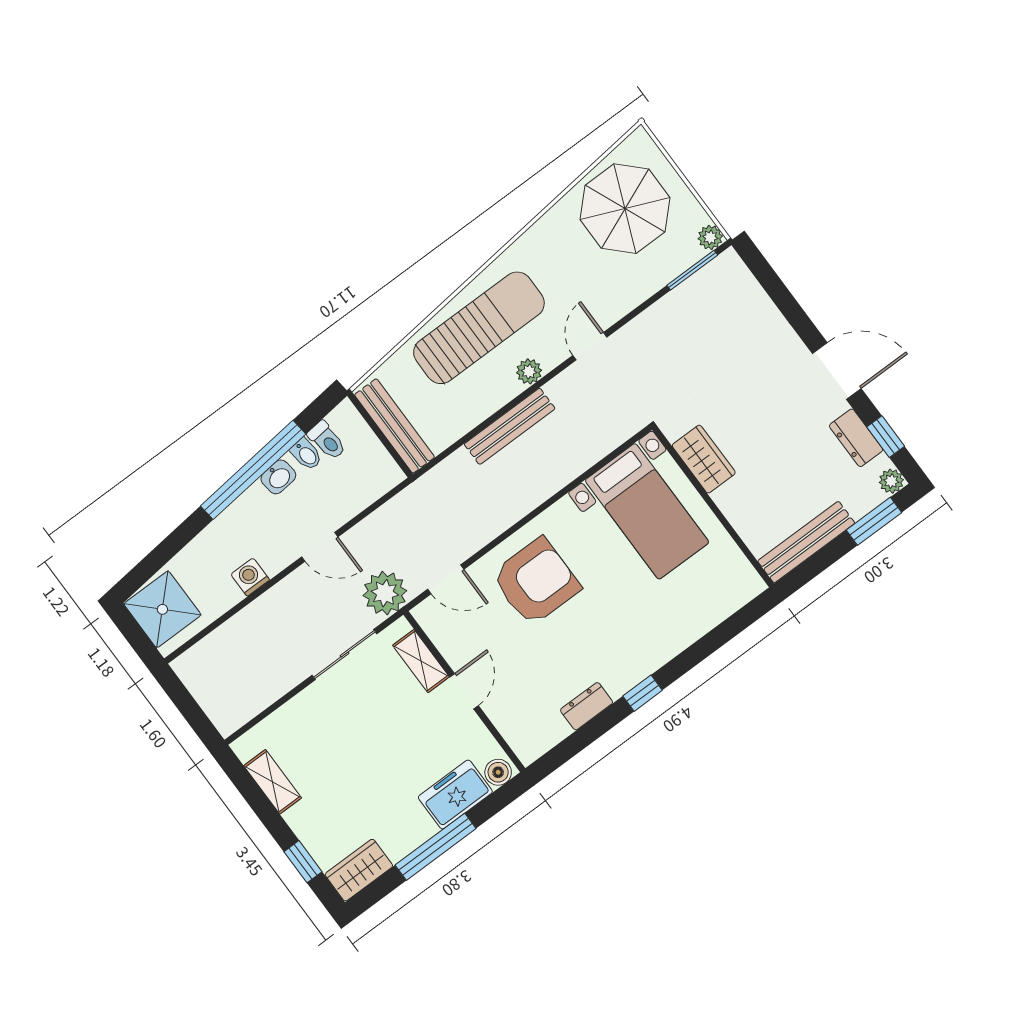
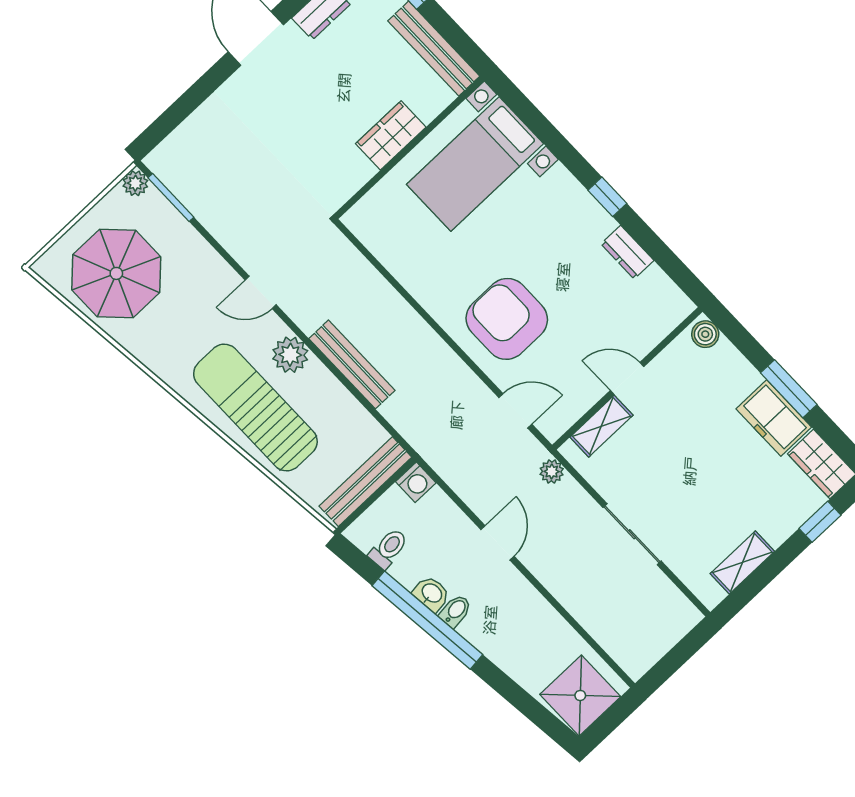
plant: (529, 371) -> (290, 355), width x1.38, depth x1.38
bidet: (306, 454) -> (455, 611), moved
wardrobe: (704, 459) -> (391, 135), moved
bed with nightstands: (647, 511) -> (475, 164), moved, turned 180
washing machine: (250, 577) -> (416, 482), moved, turned -90
door: (446, 579) -> (515, 411), hinge flipped
plant: (385, 593) -> (552, 472), width x0.53, depth x0.53
sliding door: (345, 654) -> (632, 534), moved
freezer: (455, 794) -> (774, 418), moved
window: (436, 847) -> (789, 389), width x0.69

